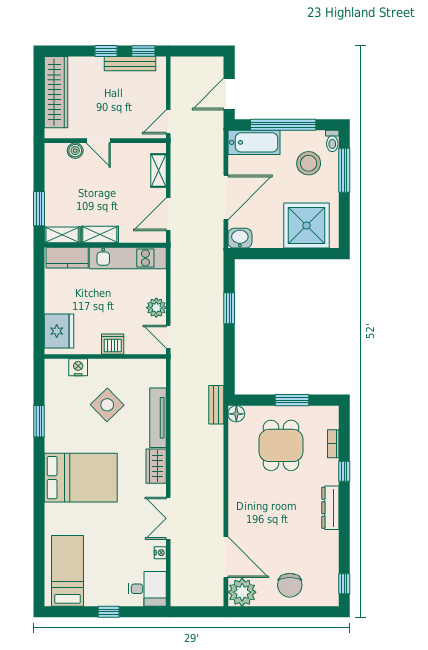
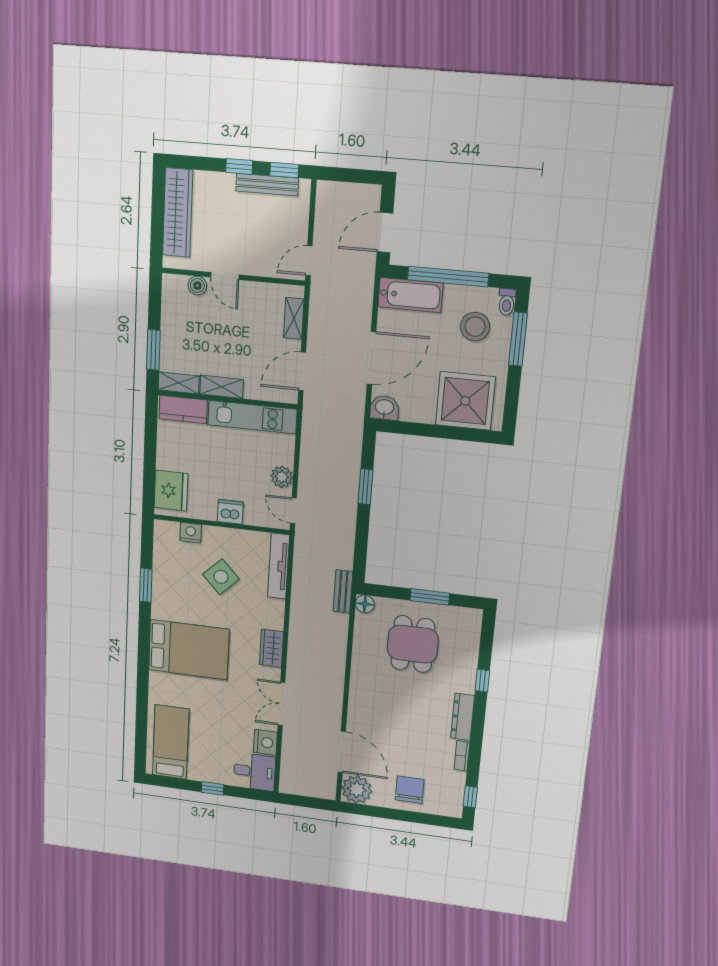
tv unit: (158, 418) -> (278, 566), moved
bookcase: (333, 444) -> (462, 756), moved
nightstand: (160, 553) -> (265, 742), width x1.89, depth x1.79
chair: (290, 585) -> (410, 790), turned 180

